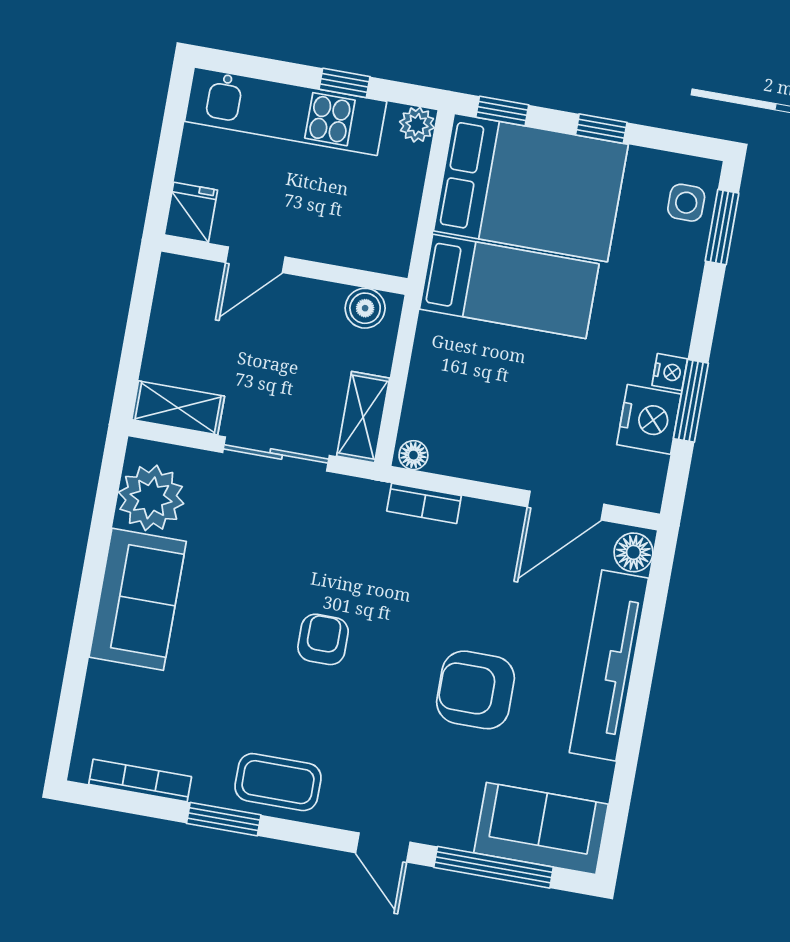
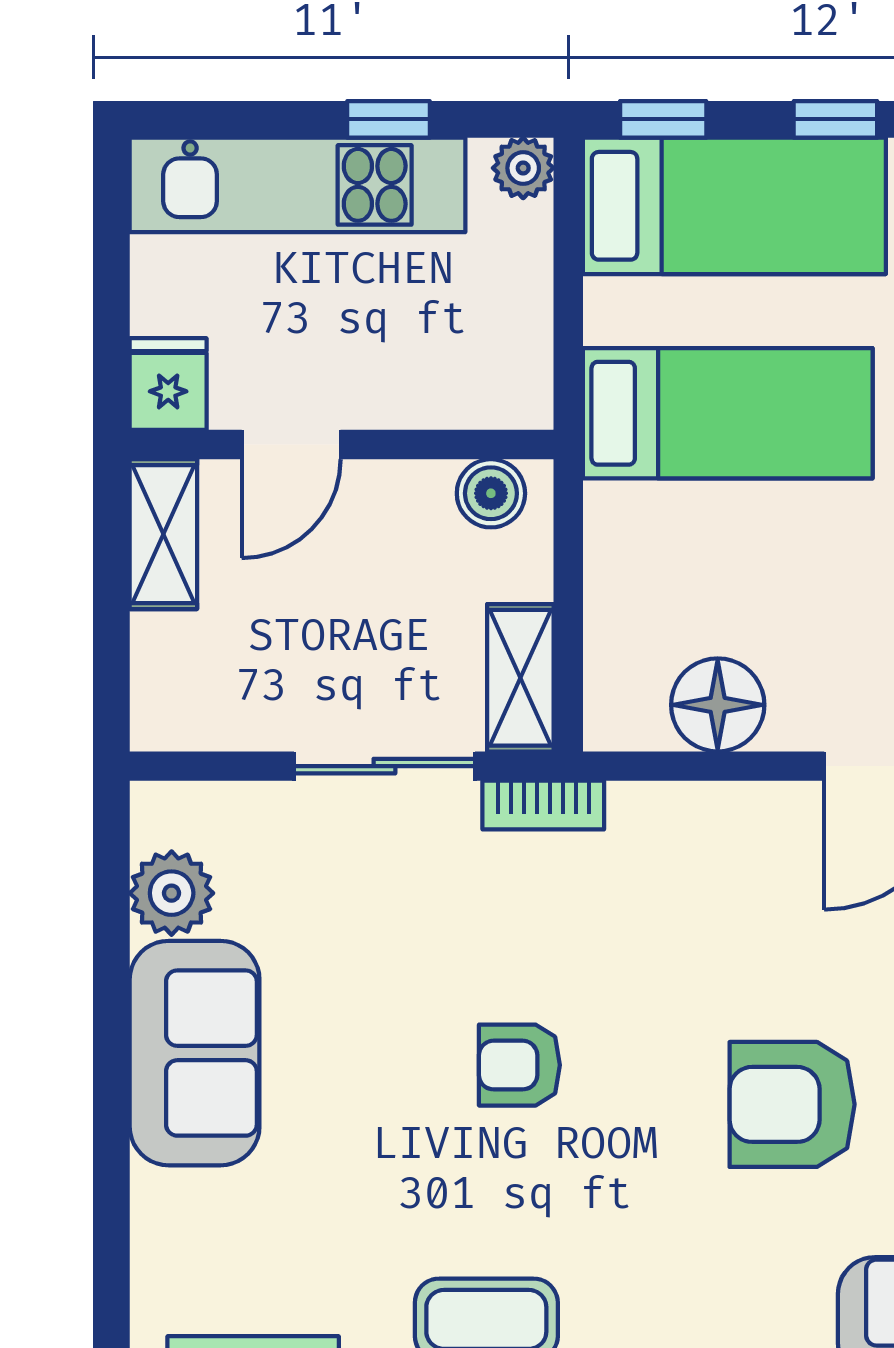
bed: (531, 188) -> (734, 206), width x0.67
shelving: (178, 408) -> (163, 534), moved, turned 90
floor lamp: (413, 455) -> (718, 705), moved, width x1.89, depth x1.89
plant: (151, 498) -> (172, 893), width x0.73, depth x0.73
bookcase: (424, 503) -> (543, 805), moved
armchair: (323, 639) -> (519, 1065), turned -90

